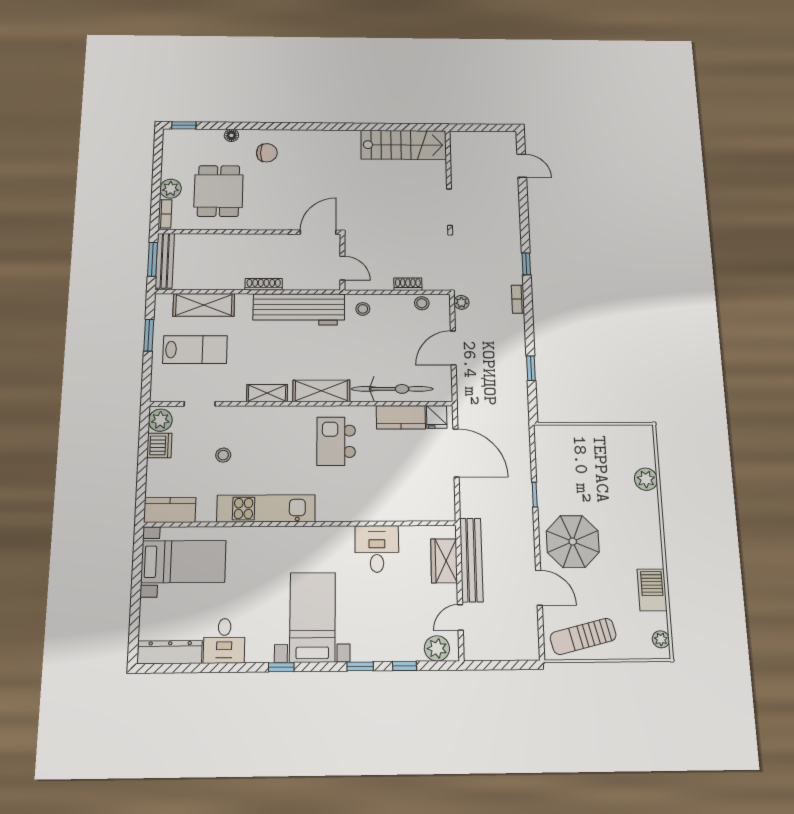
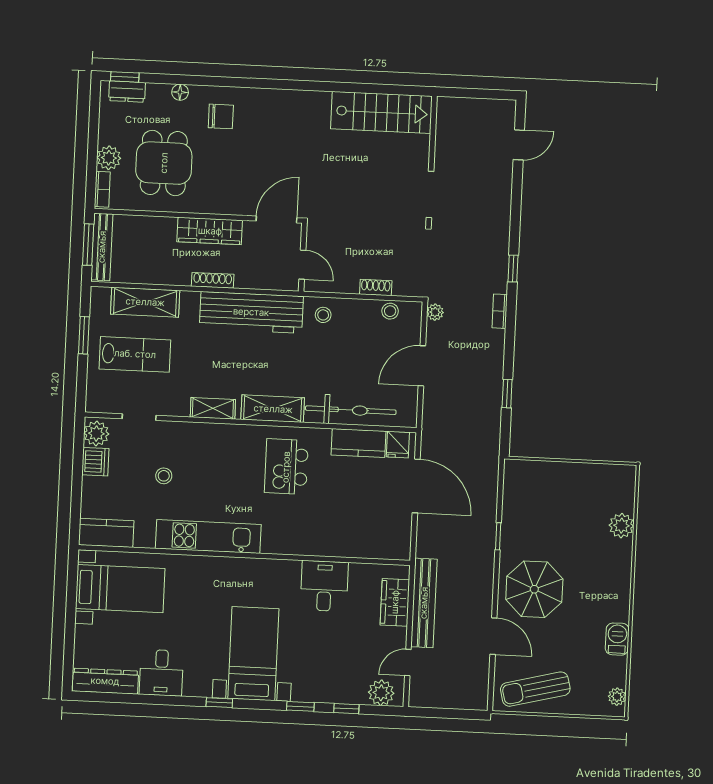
dresser: (186, 136) -> (127, 92), added
door: (522, 166) -> (519, 145), hinge flipped
wardrobe: (260, 244) -> (210, 231), added
barbecue: (652, 590) -> (617, 639), width x0.73, depth x0.79

